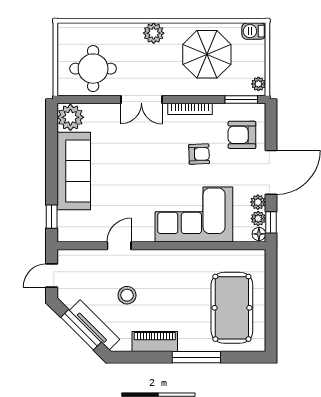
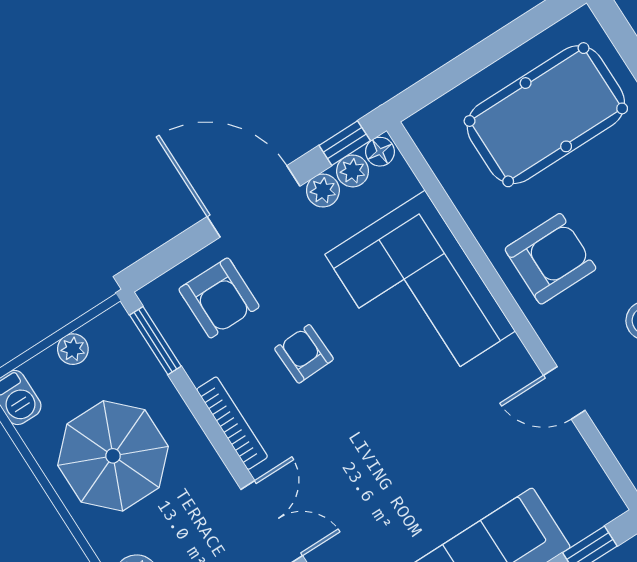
plant: (258, 84) -> (73, 349), moved
armchair: (175, 274) -> (550, 259), added

